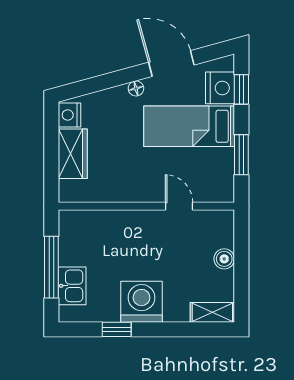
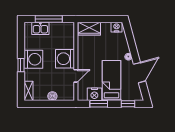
nightstand: (220, 88) -> (94, 94), moved
wardrobe: (73, 154) -> (89, 29), moved
washing machine: (140, 231) -> (65, 59), added
window: (117, 329) -> (21, 65), moved

